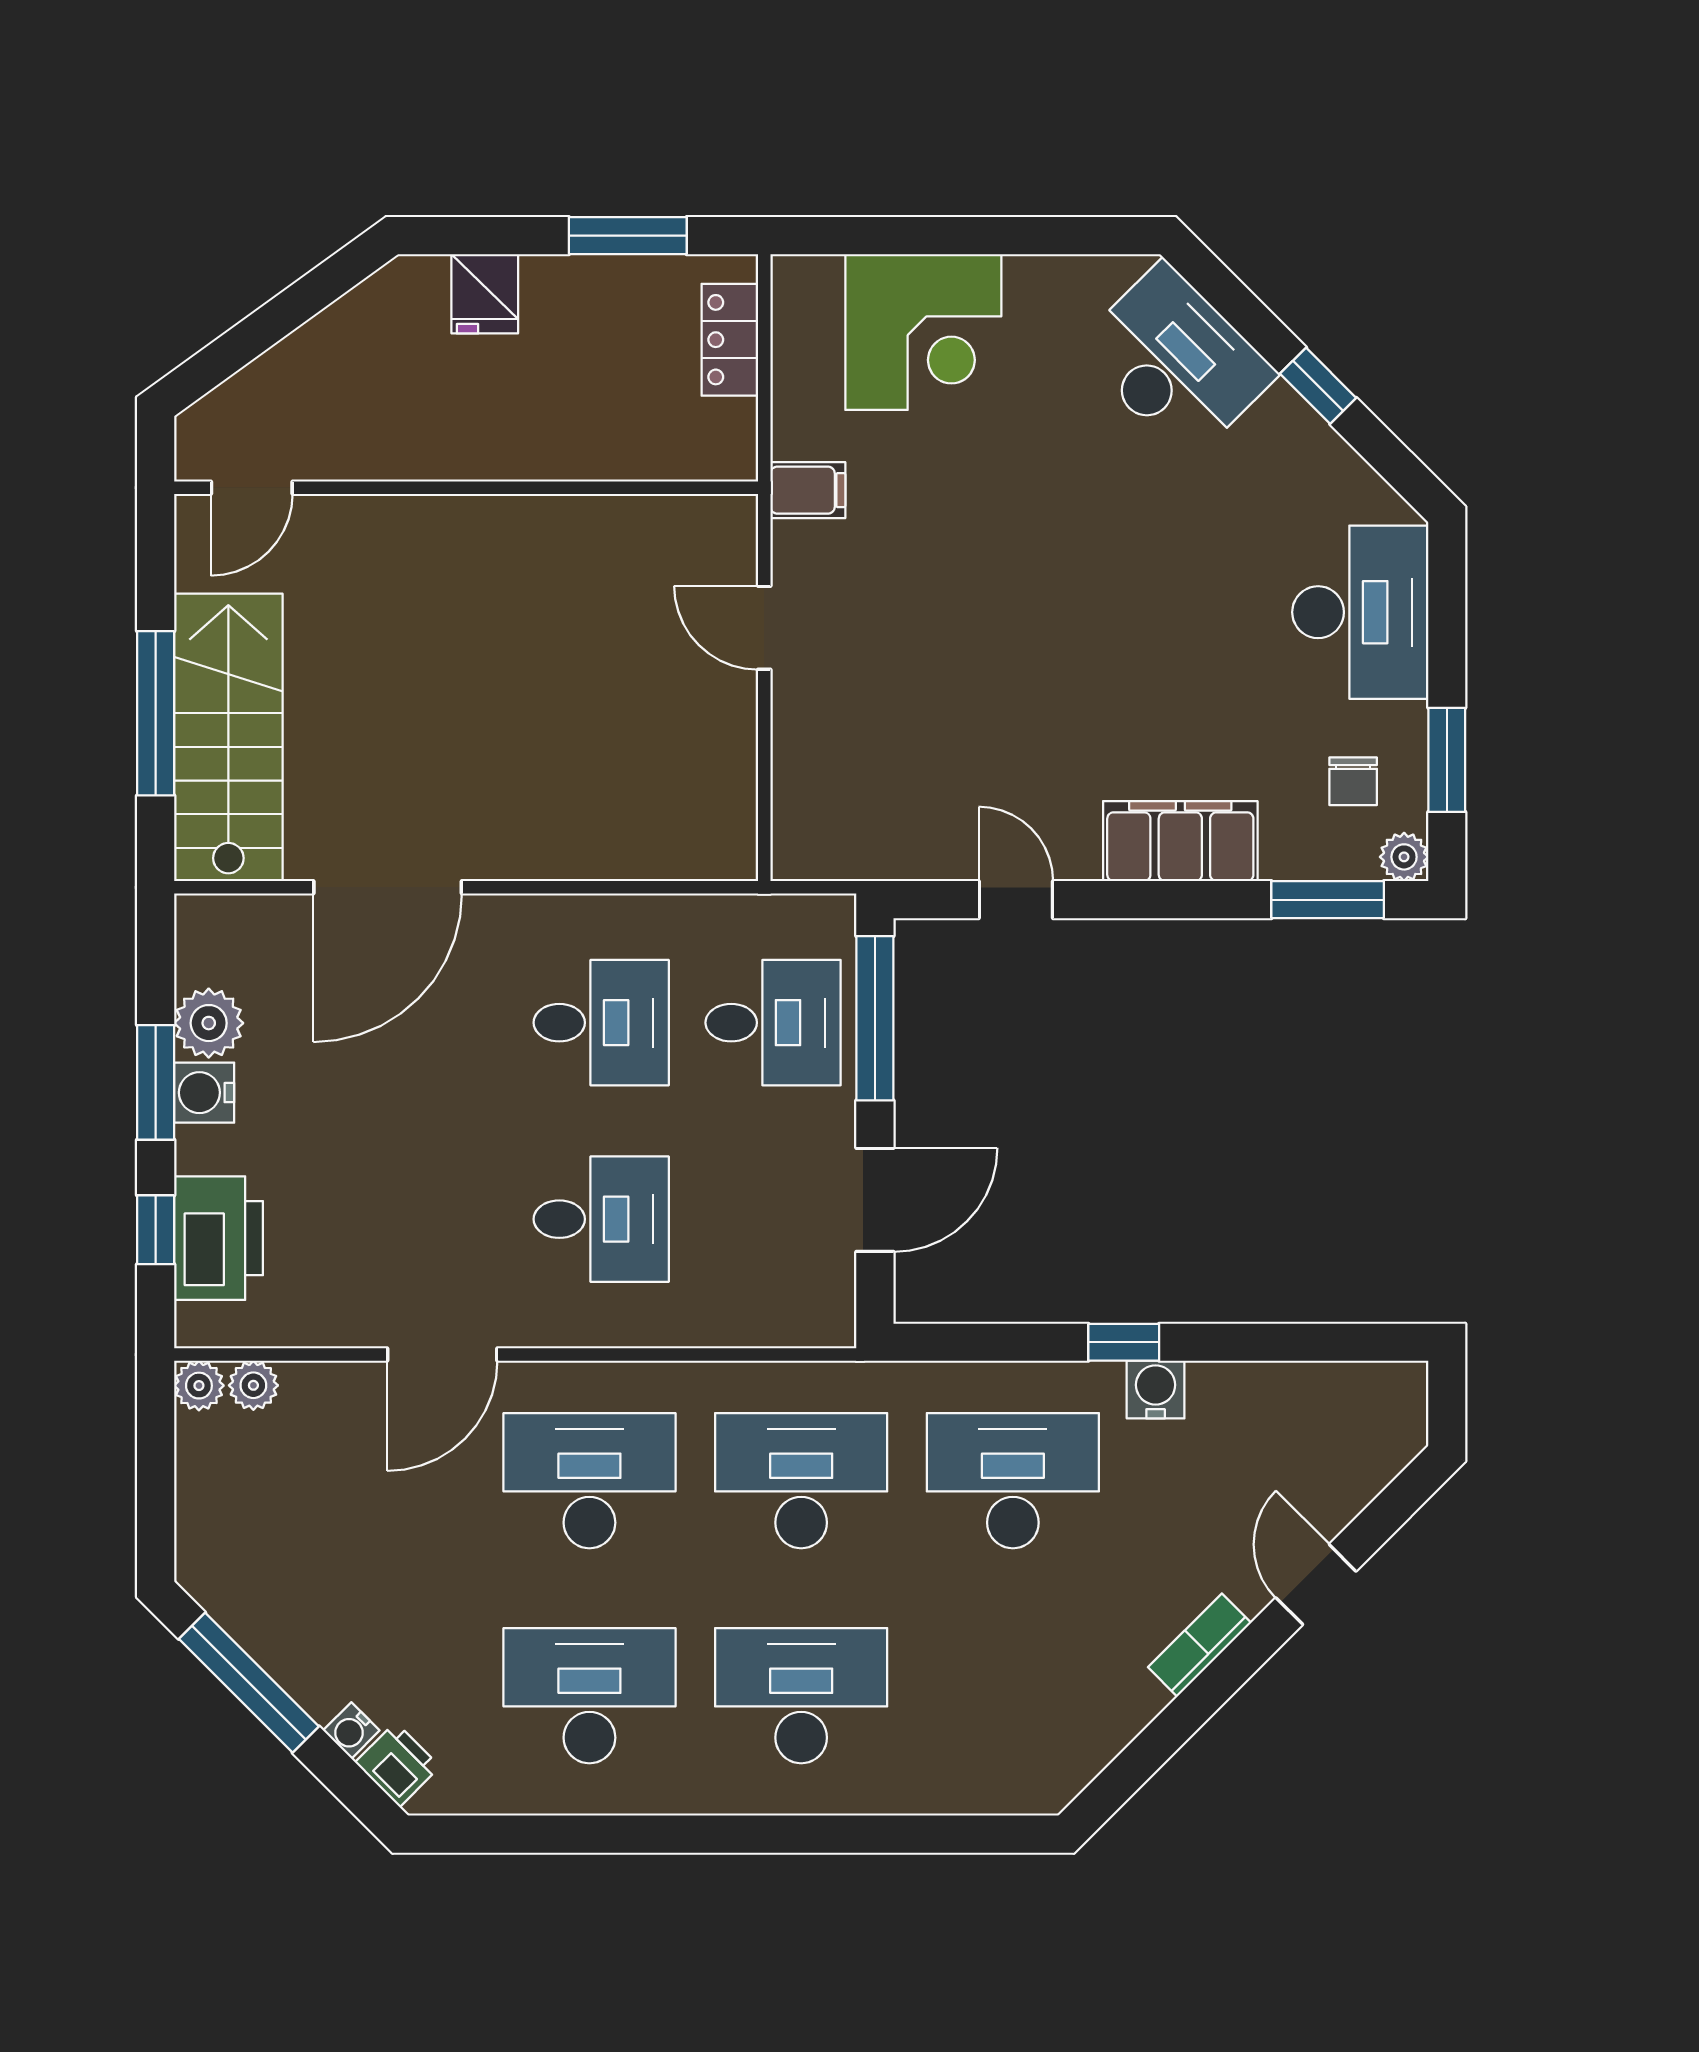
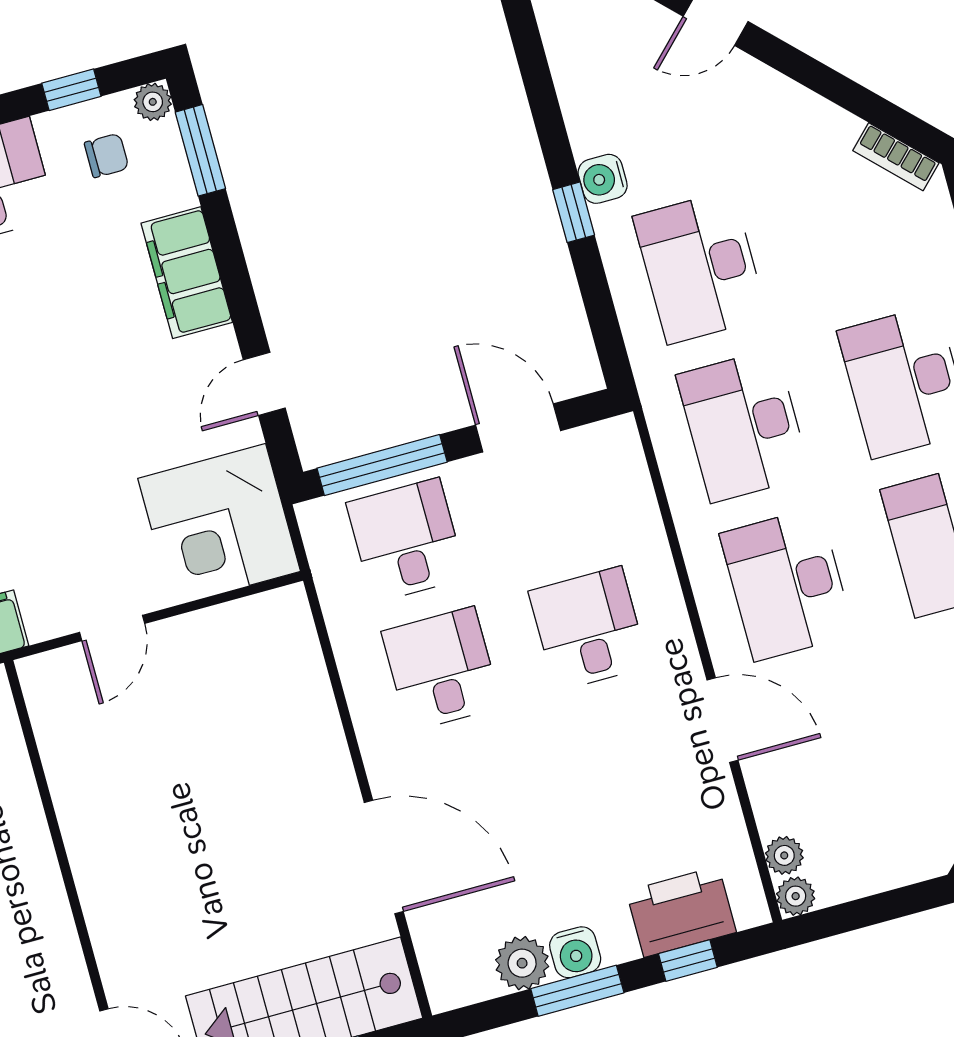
window: (1447, 760) -> (71, 90), width x0.67
corner desk: (856, 796) -> (219, 525), added
bookcase: (1200, 1645) -> (896, 157), moved

